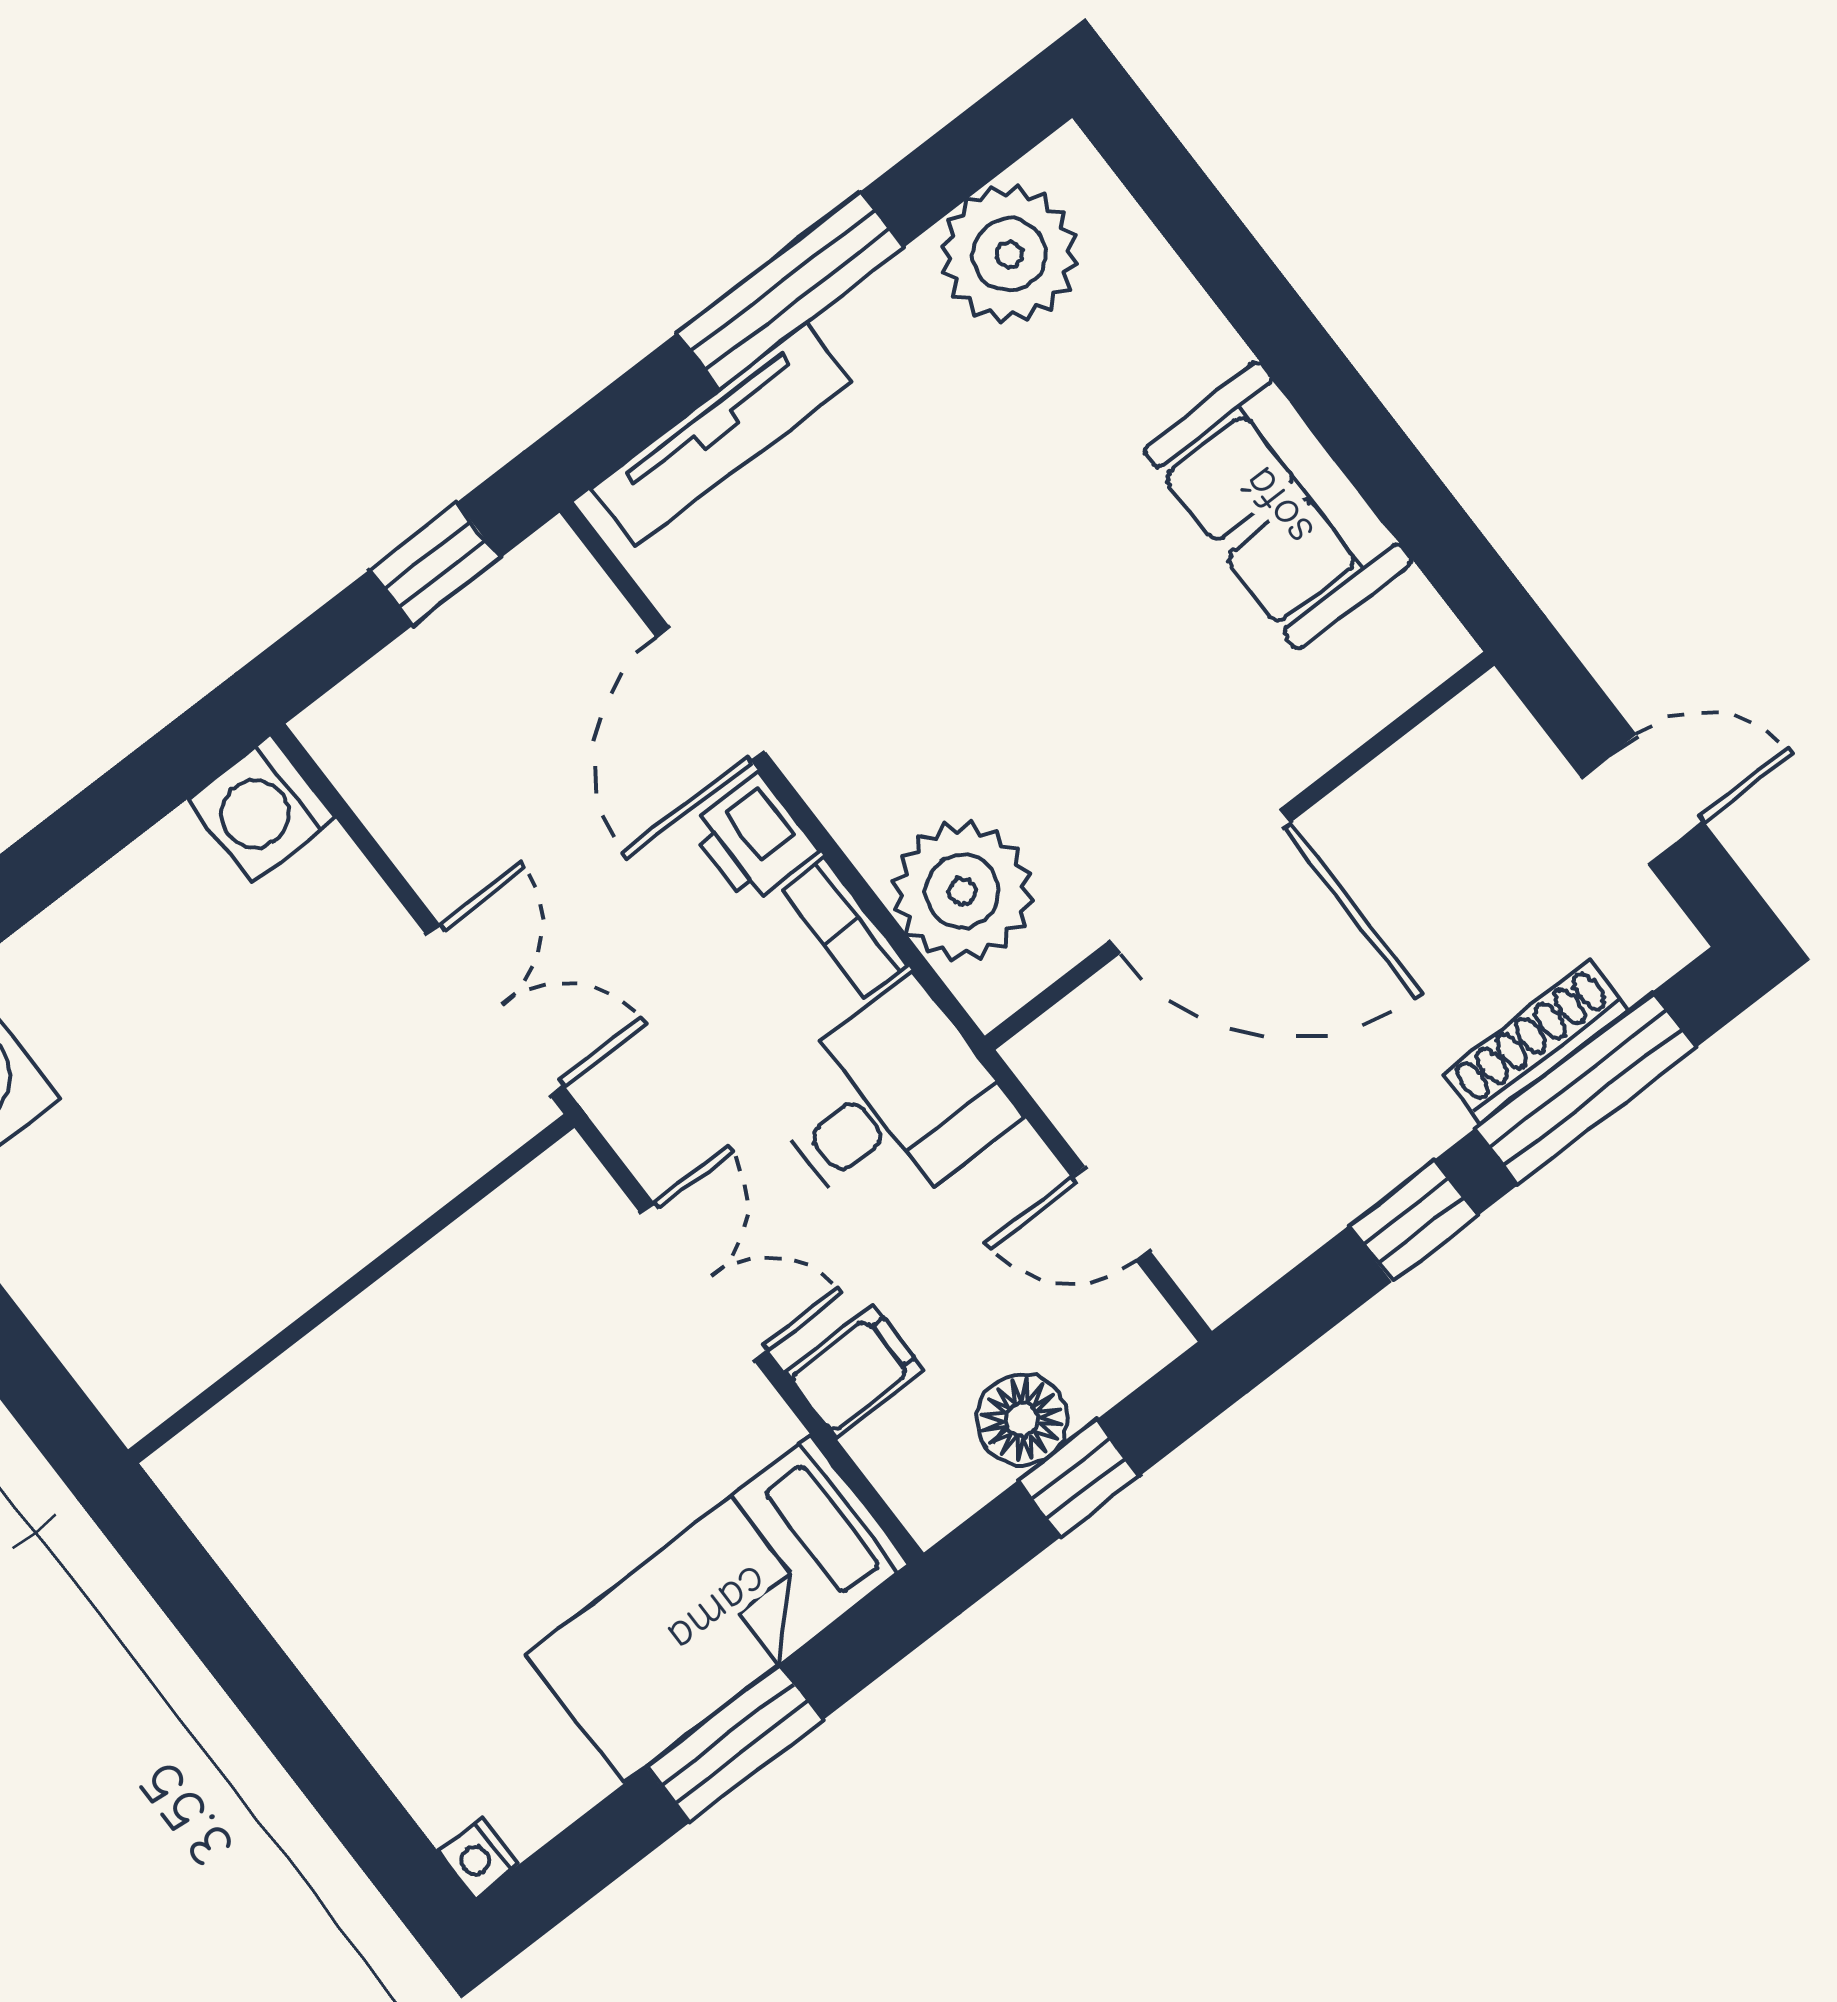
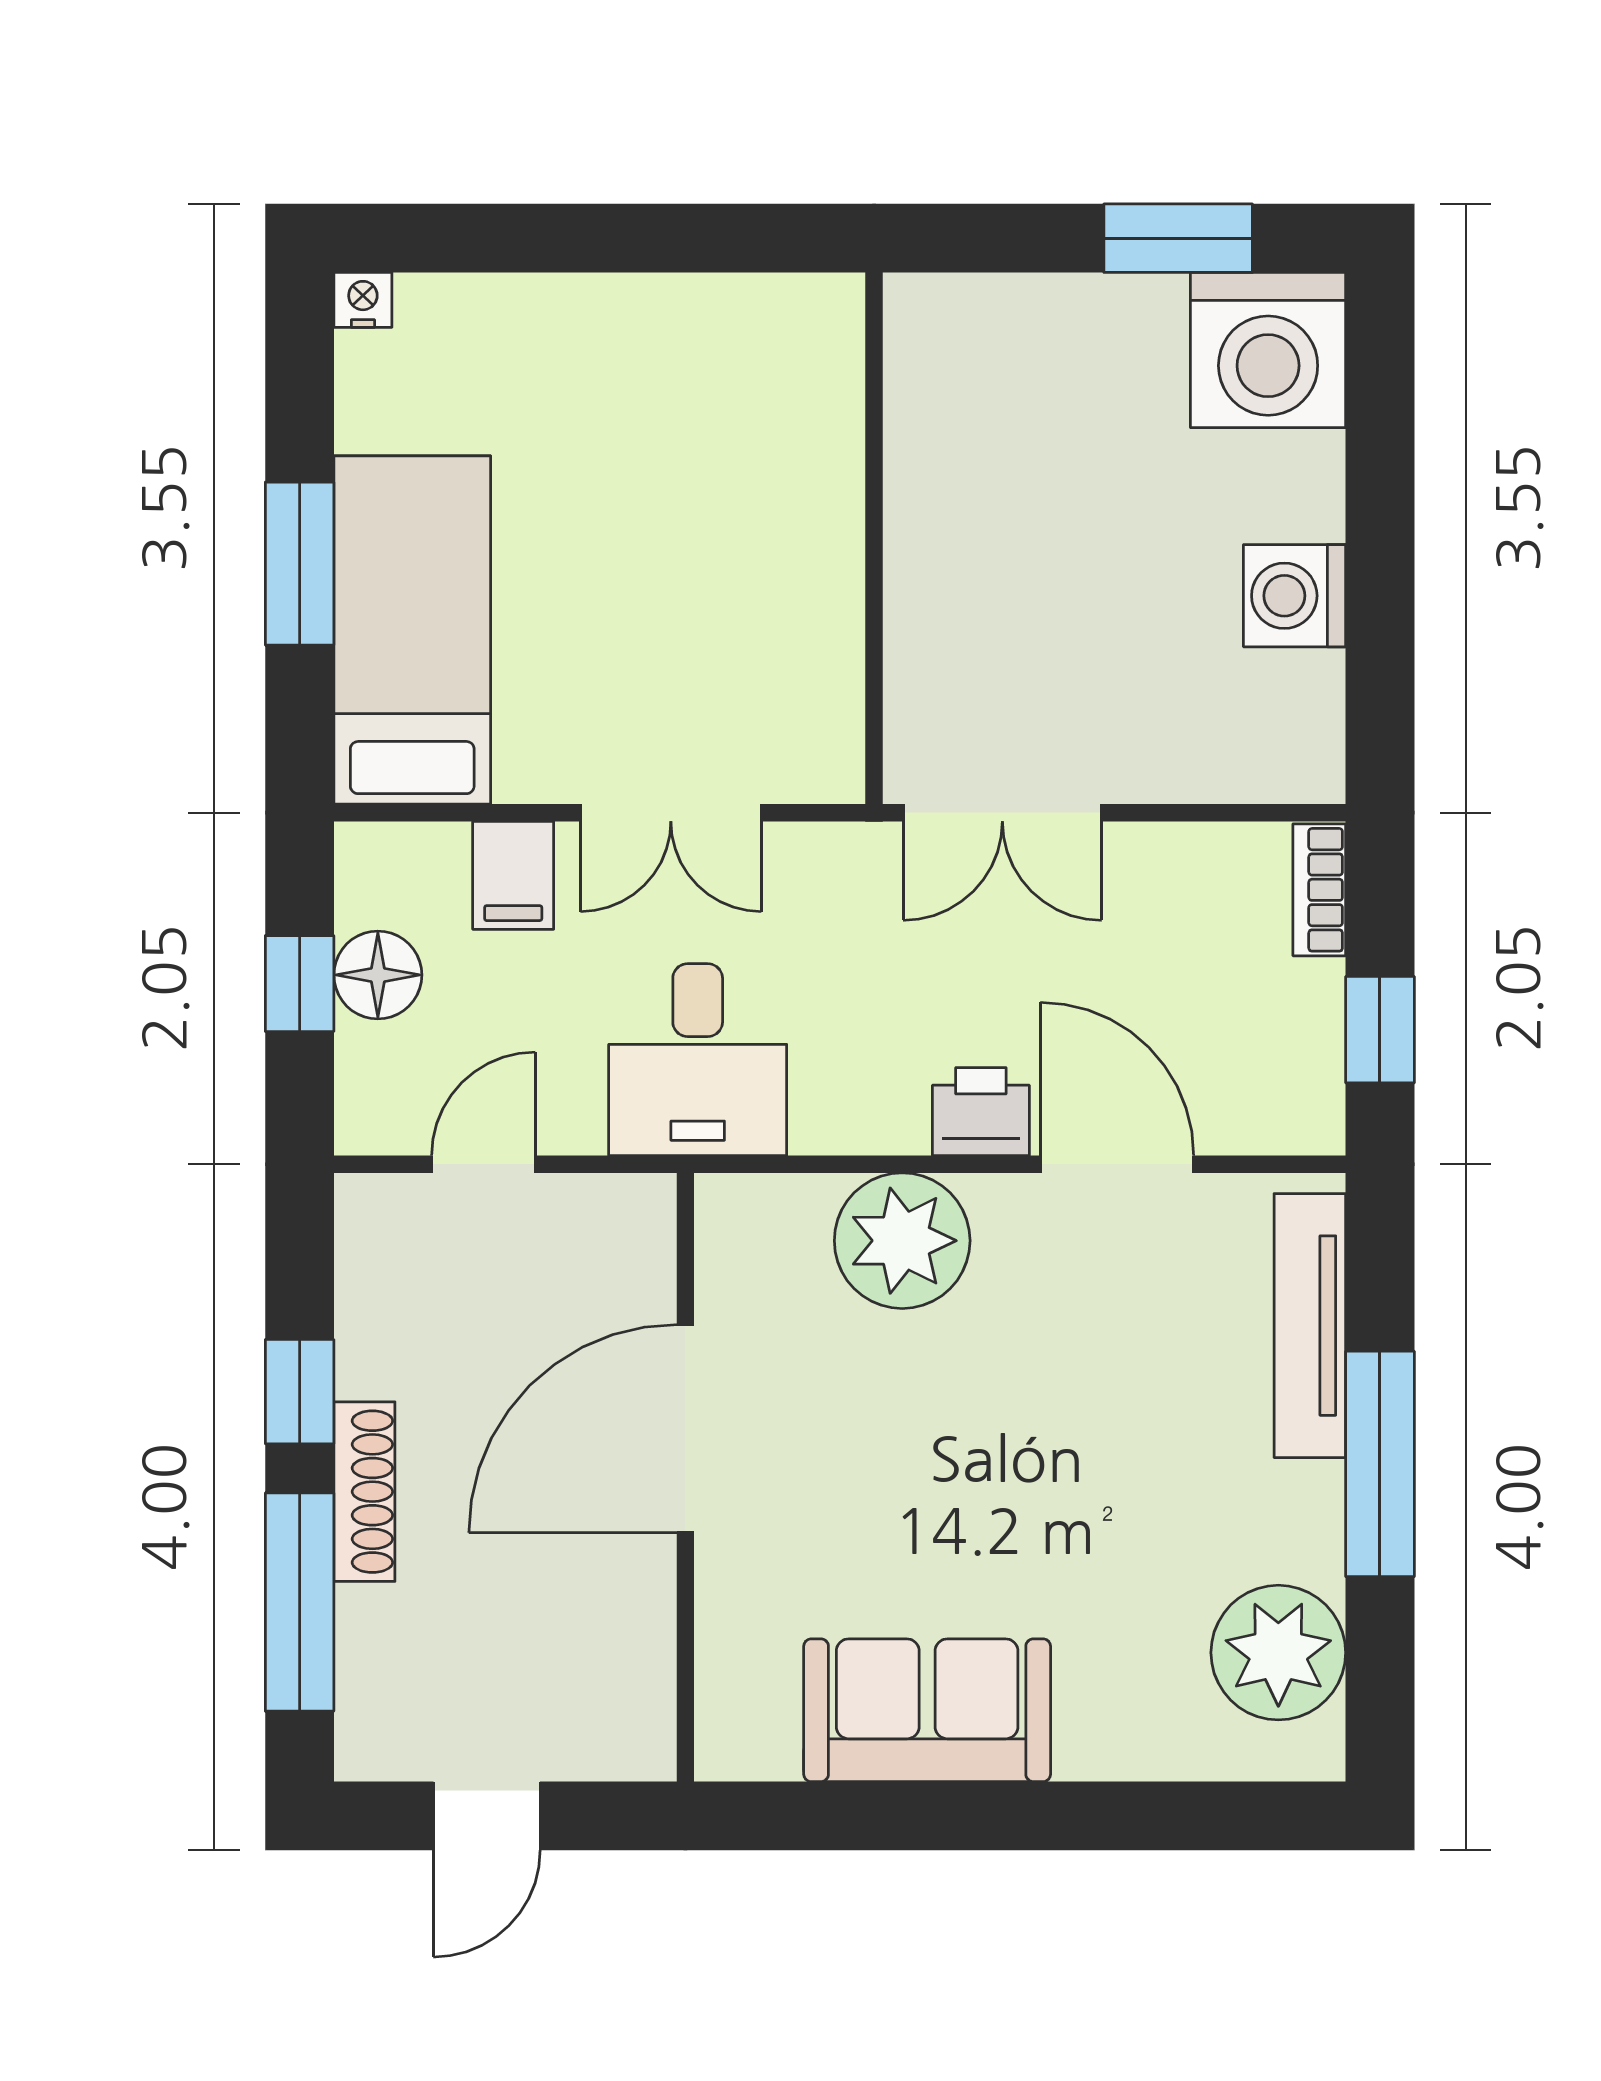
washing machine: (262, 809) -> (1295, 596), moved, turned -90
plant: (962, 891) -> (902, 1241), moved
bookcase: (845, 928) -> (1319, 890), moved, turned -90
shoe rack: (1535, 1042) -> (364, 1492), moved

